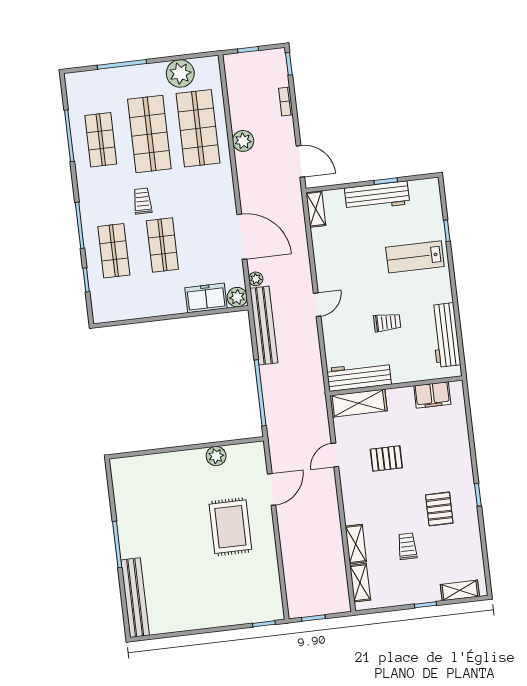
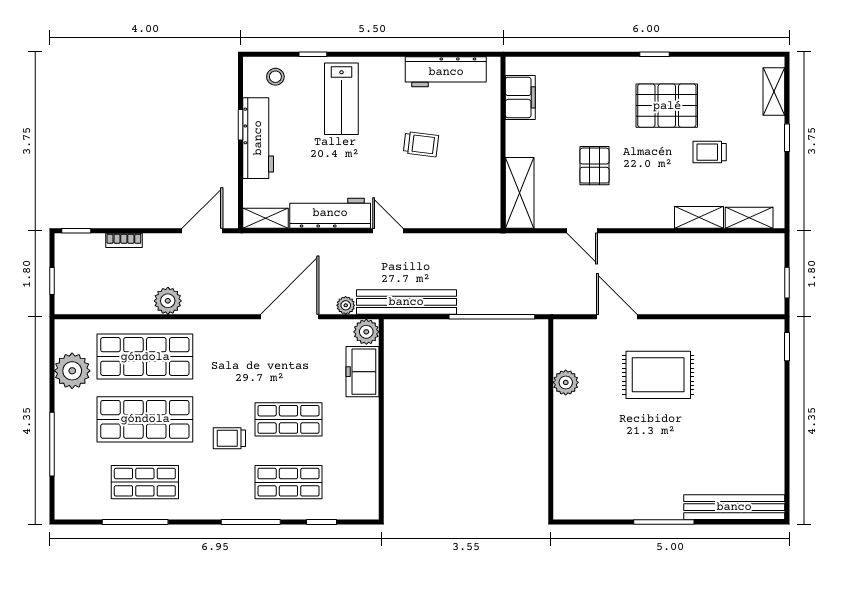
stool: (426, 204) -> (275, 77), added
trolley: (387, 322) -> (421, 144), turned 97
workbench: (359, 376) -> (330, 213), moved, turned 90
pallet: (439, 509) -> (667, 106), width x1.50, depth x1.42

